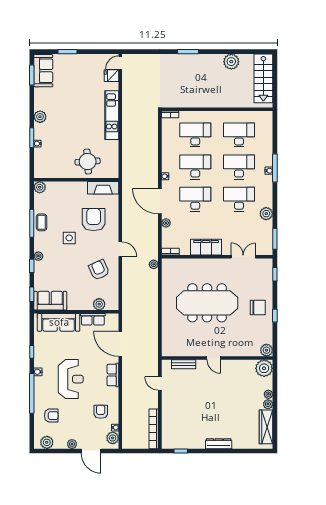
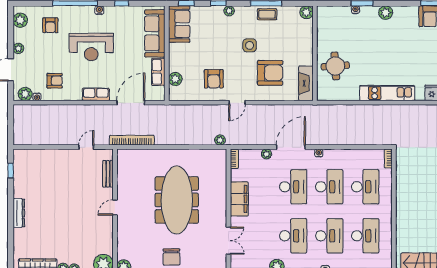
armchair: (99, 270) -> (214, 79), turned 114
bookcase: (154, 429) -> (132, 140), moved

